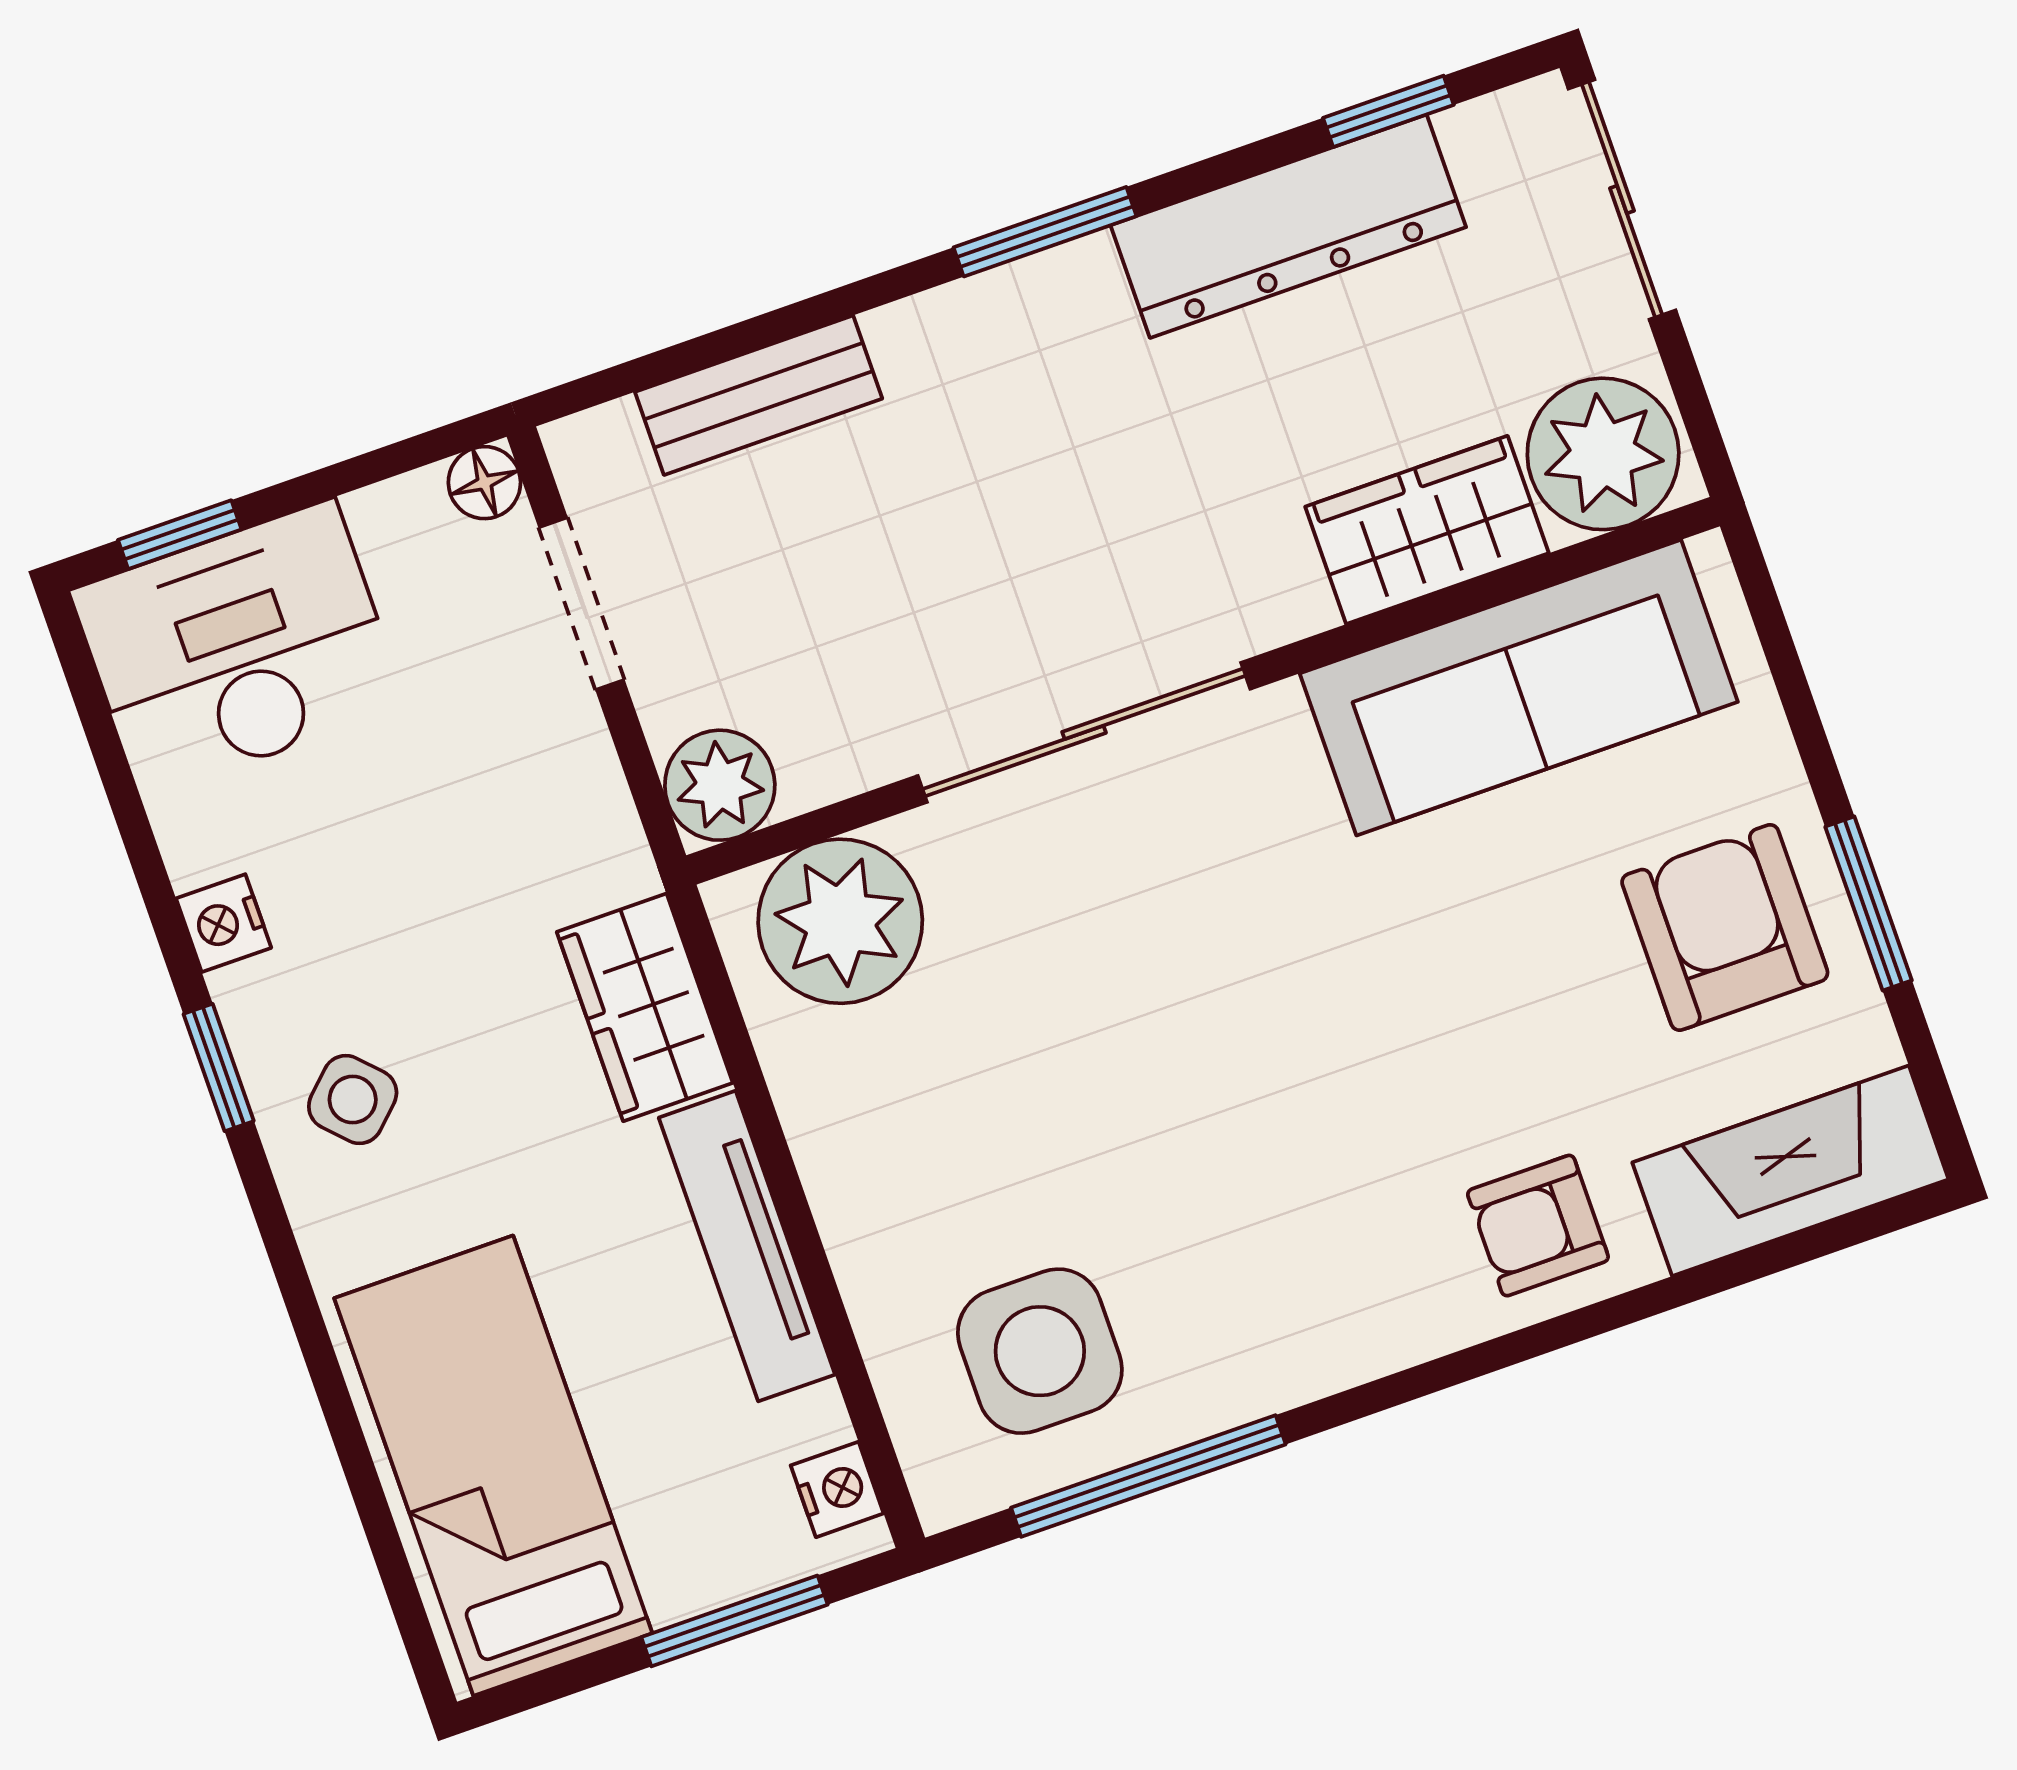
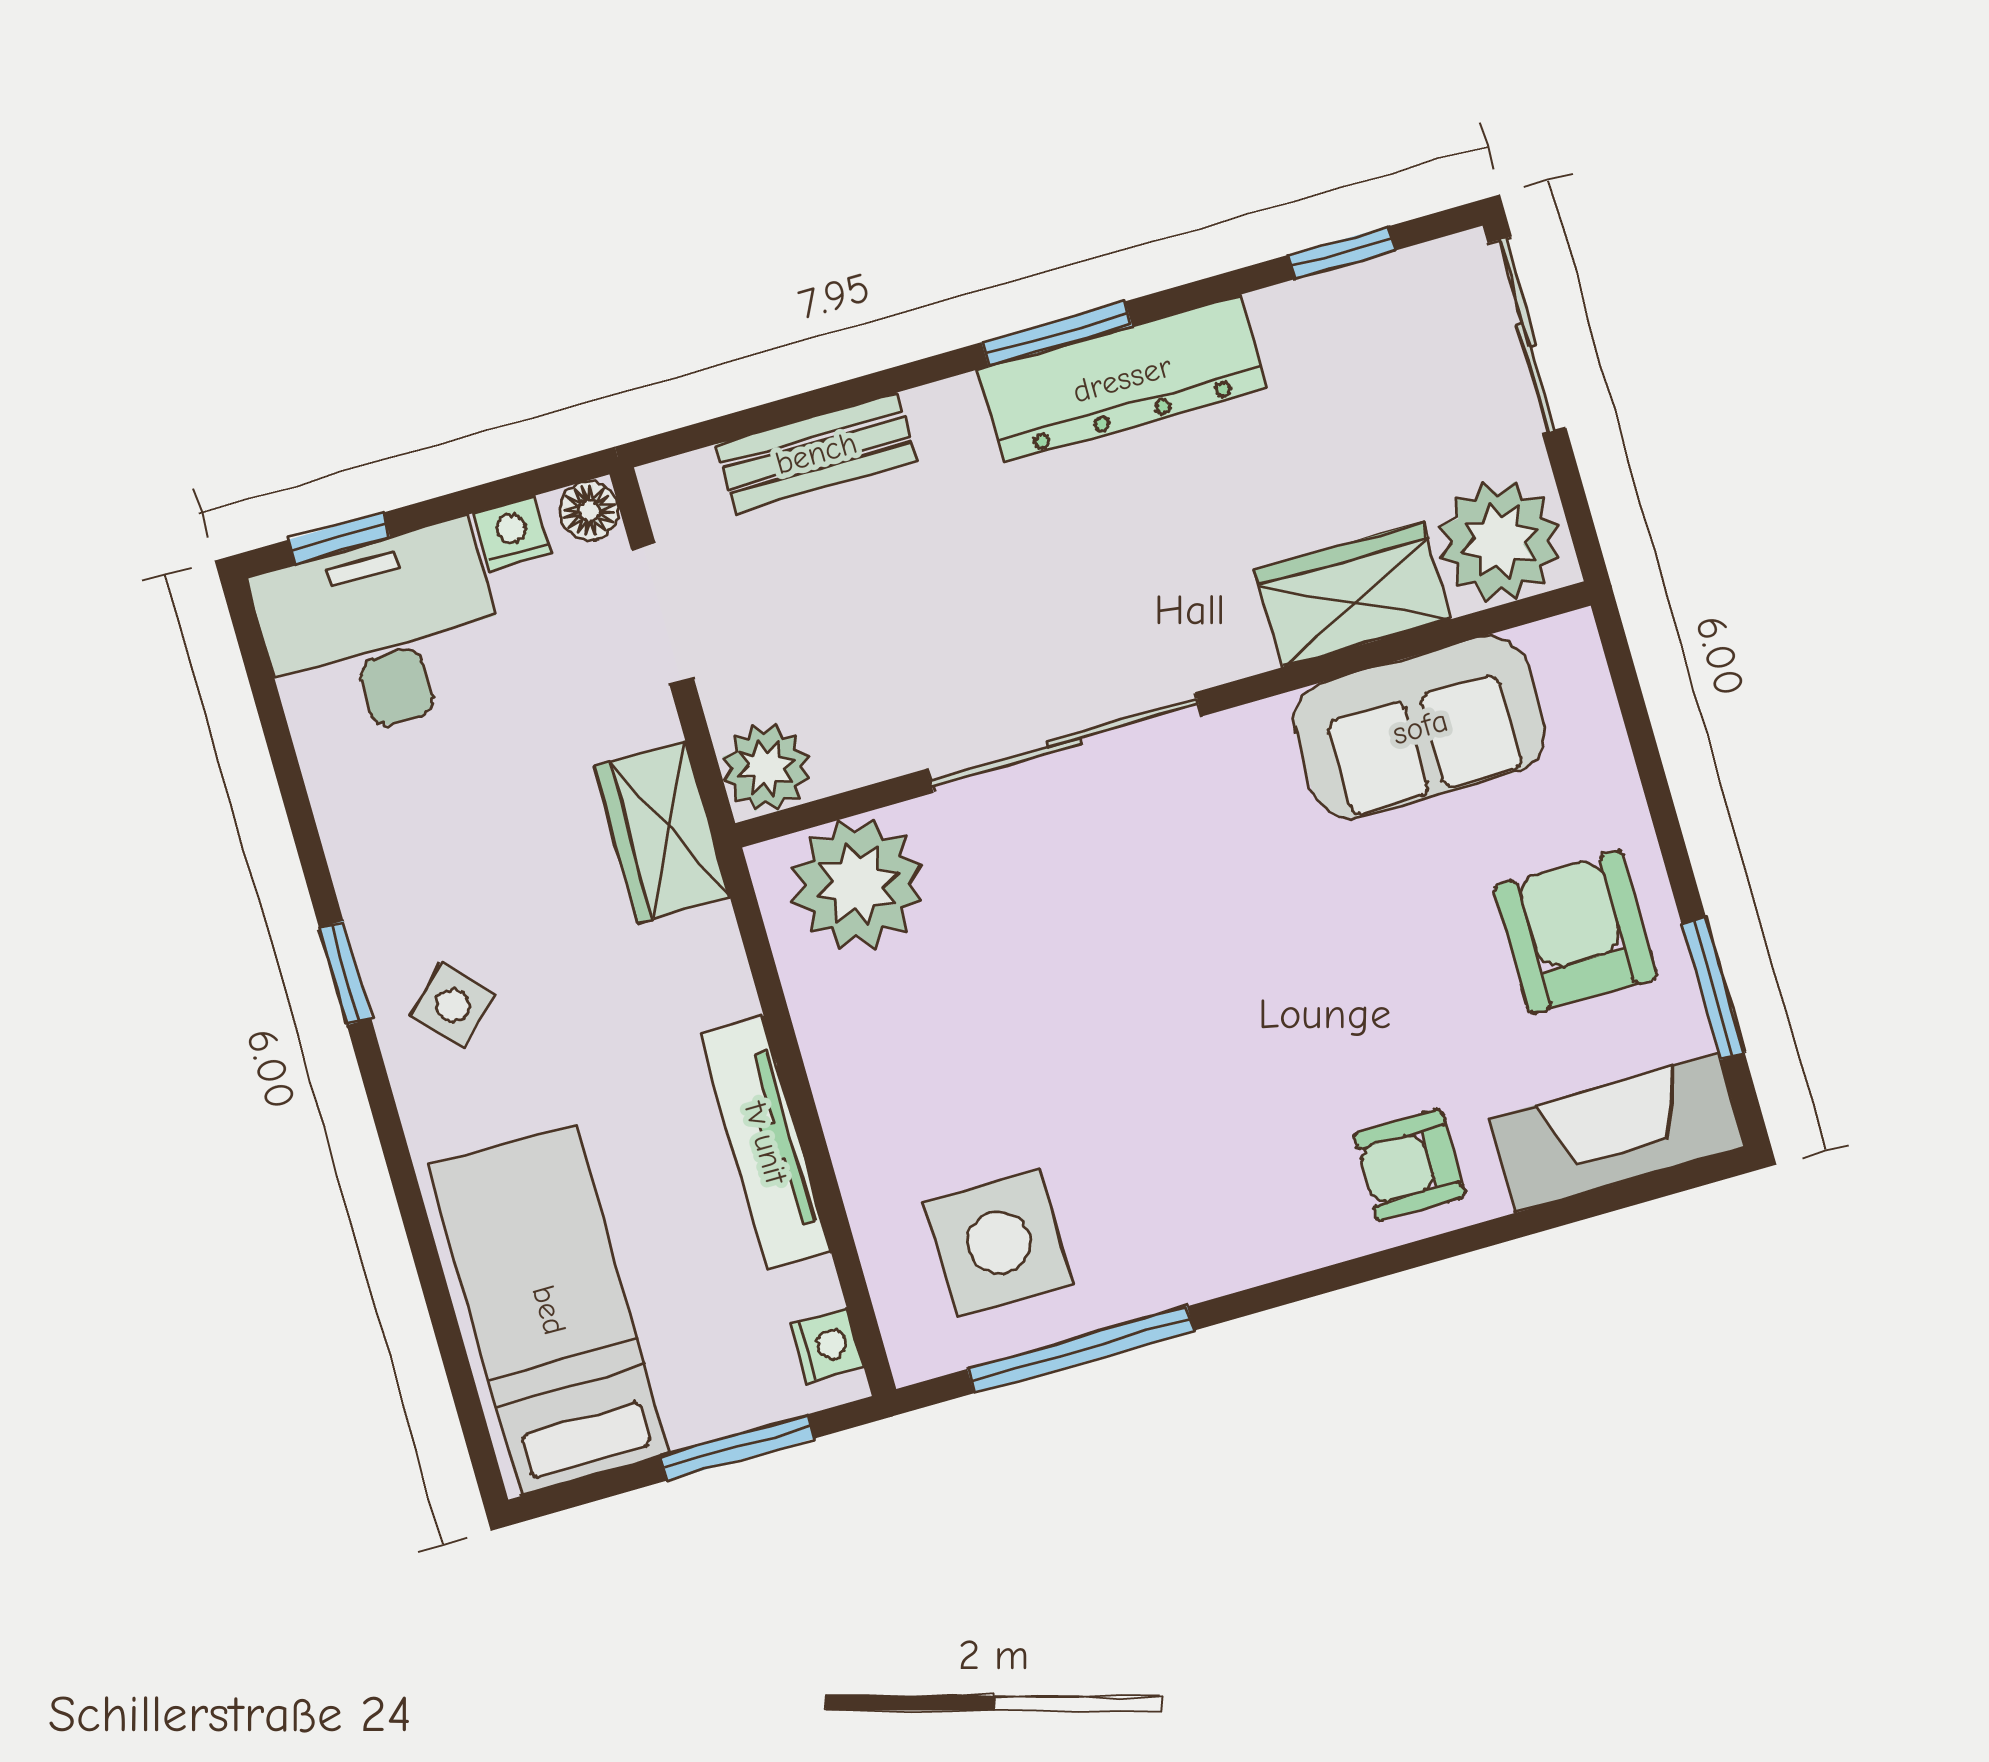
dresser: (1288, 226) -> (1122, 379), moved
sofa: (1519, 688) -> (1420, 727), width x0.73
window: (1869, 904) -> (1713, 988), moved
nightstand: (224, 923) -> (513, 533), moved, turned 90
wardrobe: (645, 1007) -> (662, 832), moved

